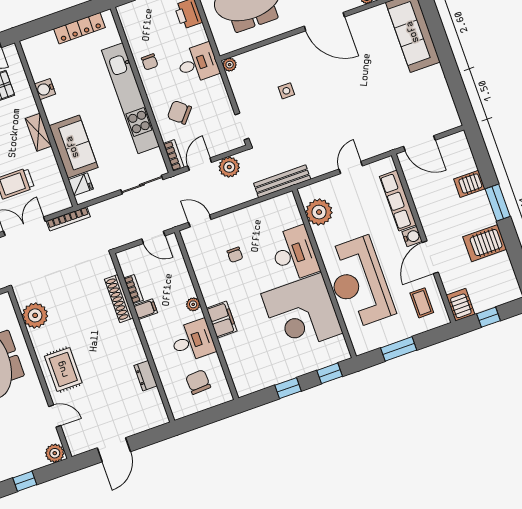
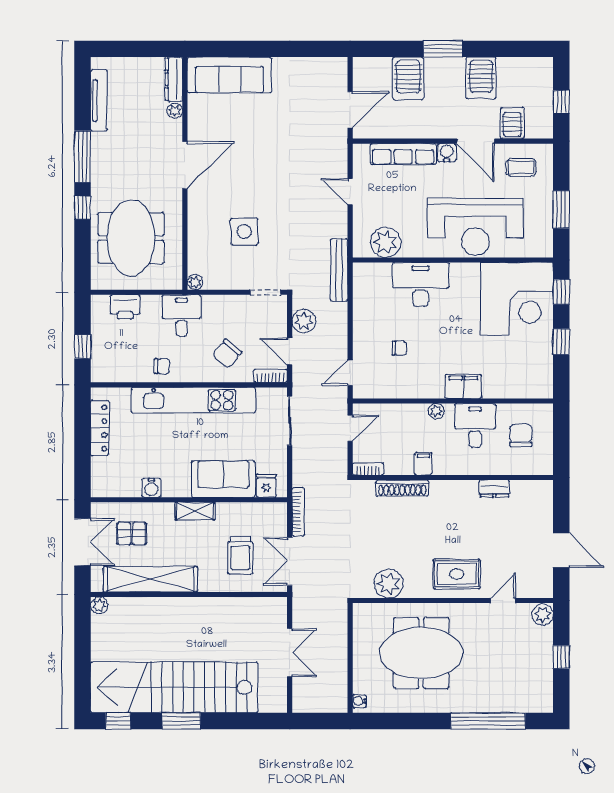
side table: (286, 91) -> (244, 232), width x1.87, depth x1.87
server rack: (469, 184) -> (408, 78), width x1.36, depth x1.44
bookcase: (133, 289) -> (368, 469), moved
server rack: (460, 305) -> (512, 123), moved, turned 90
corner desk: (302, 313) -> (517, 299), moved
chair: (198, 382) -> (521, 435), turned 93

